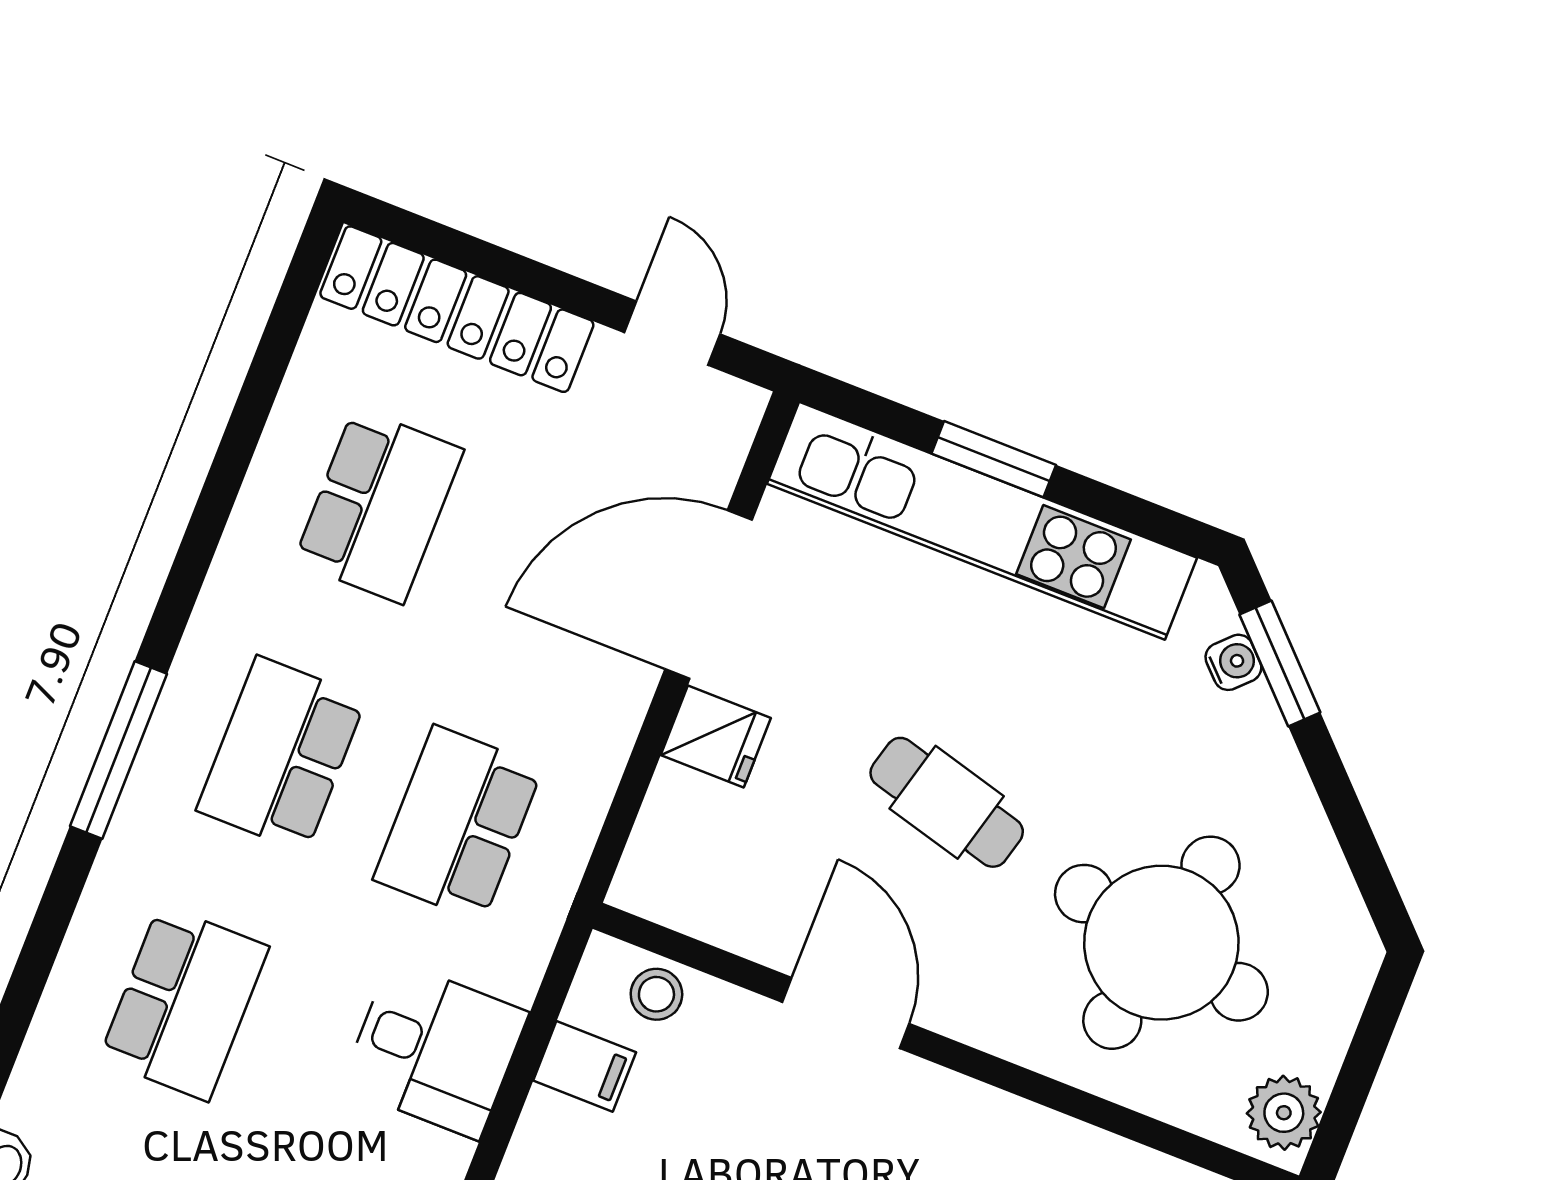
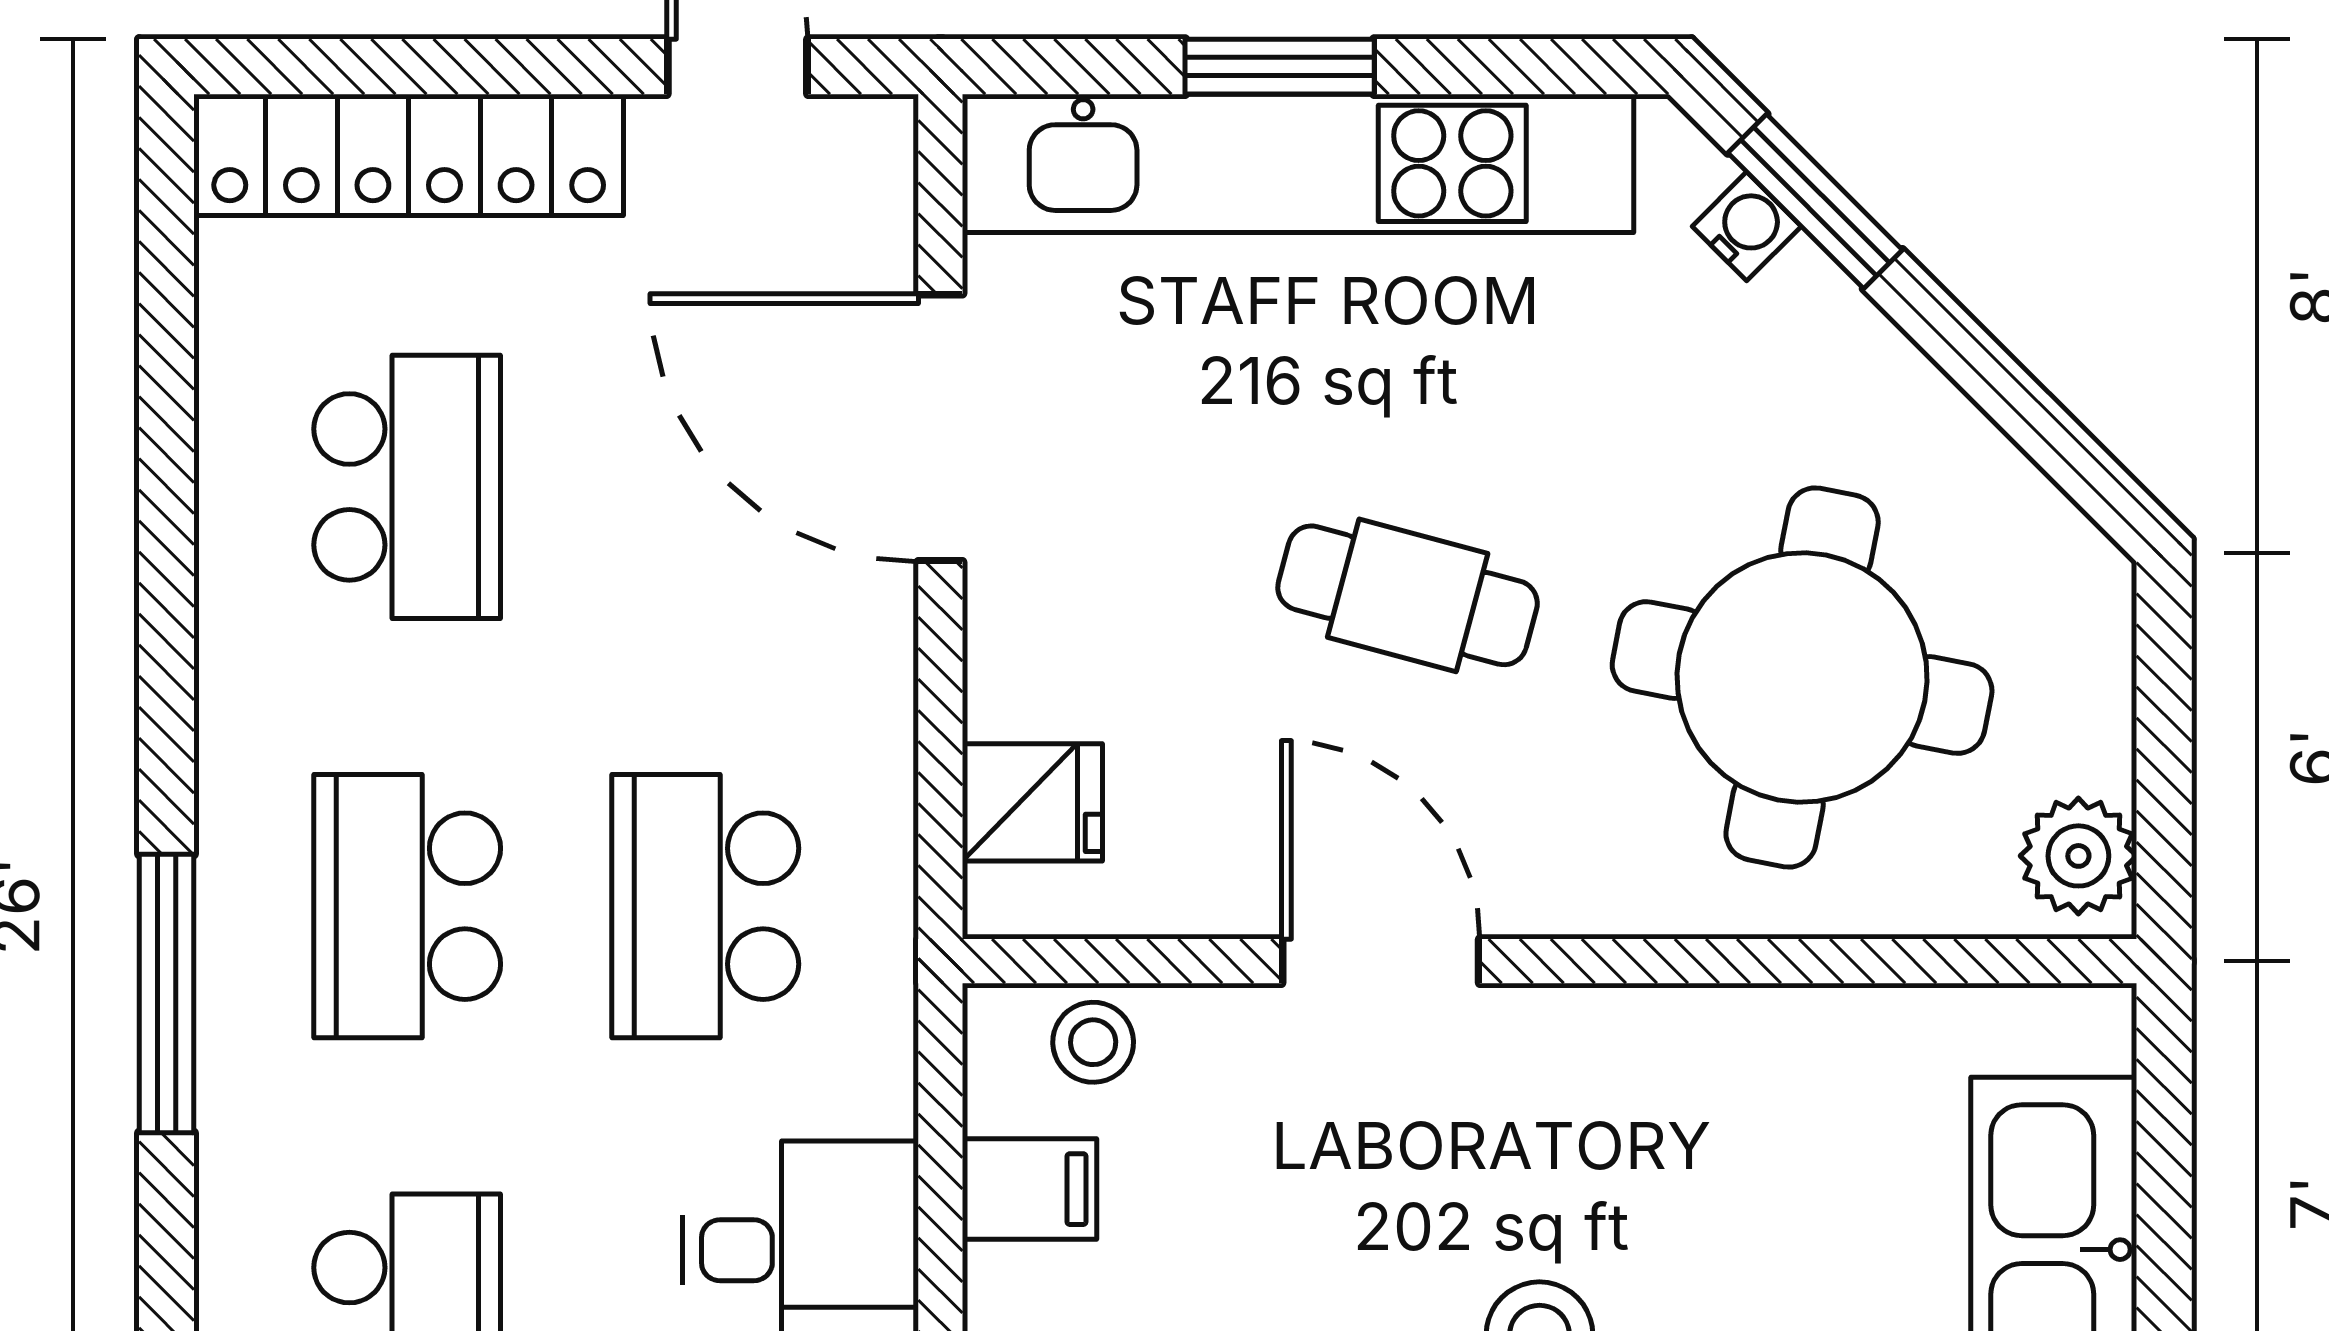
door: (709, 595) -> (940, 428), hinge flipped
fridge: (716, 737) -> (1032, 802), moved

